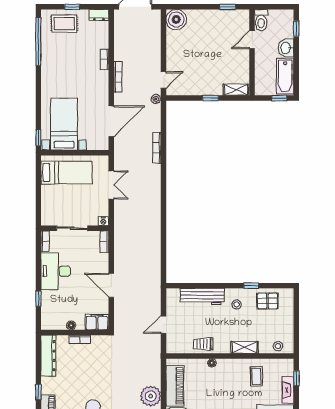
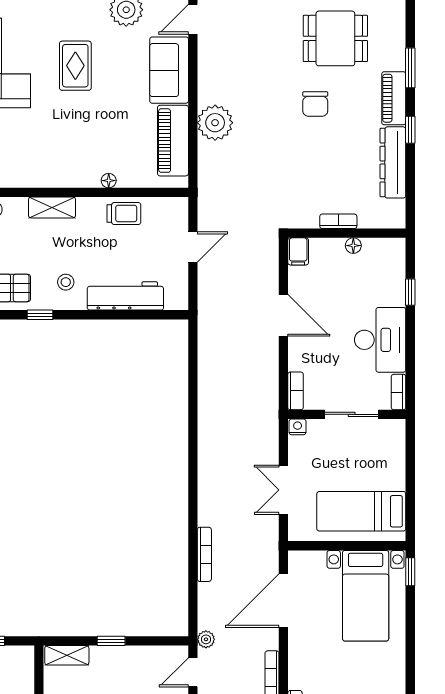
filing cabinet: (97, 322) -> (298, 251), width x0.50
dresser: (48, 356) -> (393, 162), moved
coffee table: (256, 376) -> (31, 157), removed

